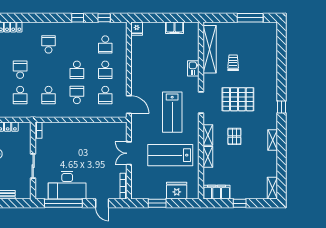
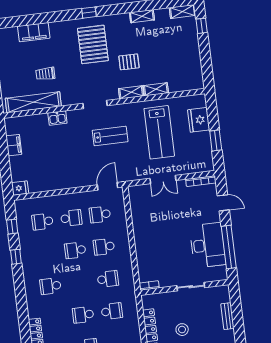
school desk: (105, 44) -> (43, 222), turned 180
school desk: (77, 70) -> (75, 250), turned 180
school desk: (105, 95) -> (100, 214), turned 180
pallet: (238, 99) -> (93, 44), moved
lab bench: (172, 112) -> (110, 136), width x0.73, depth x0.72
shelving: (273, 140) -> (142, 16), moved
filing cabinet: (217, 192) -> (34, 32), moved, turned -90
door: (102, 203) -> (223, 203), hinge flipped
window: (240, 203) -> (202, 26), moved

